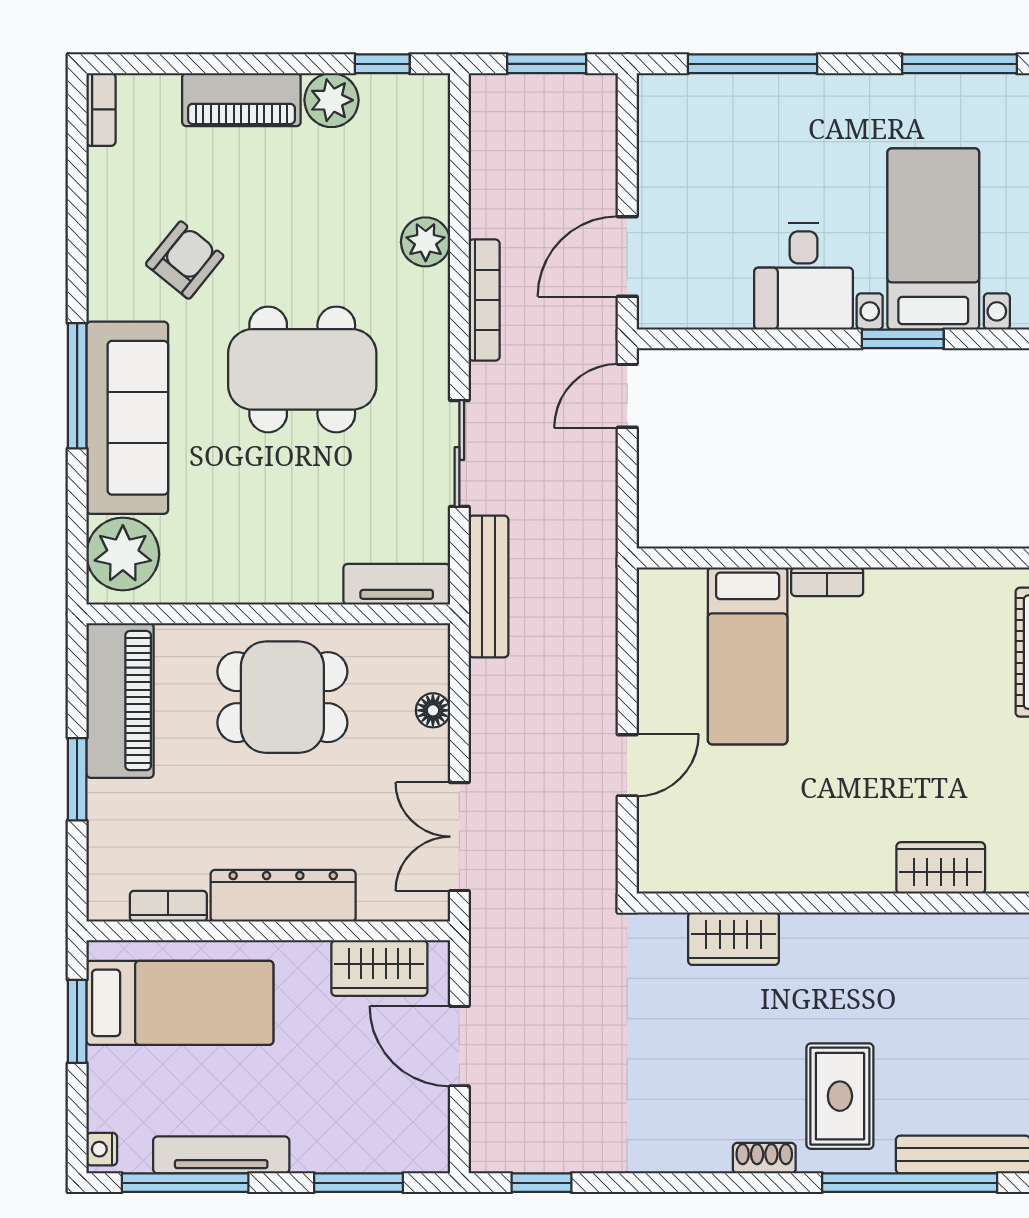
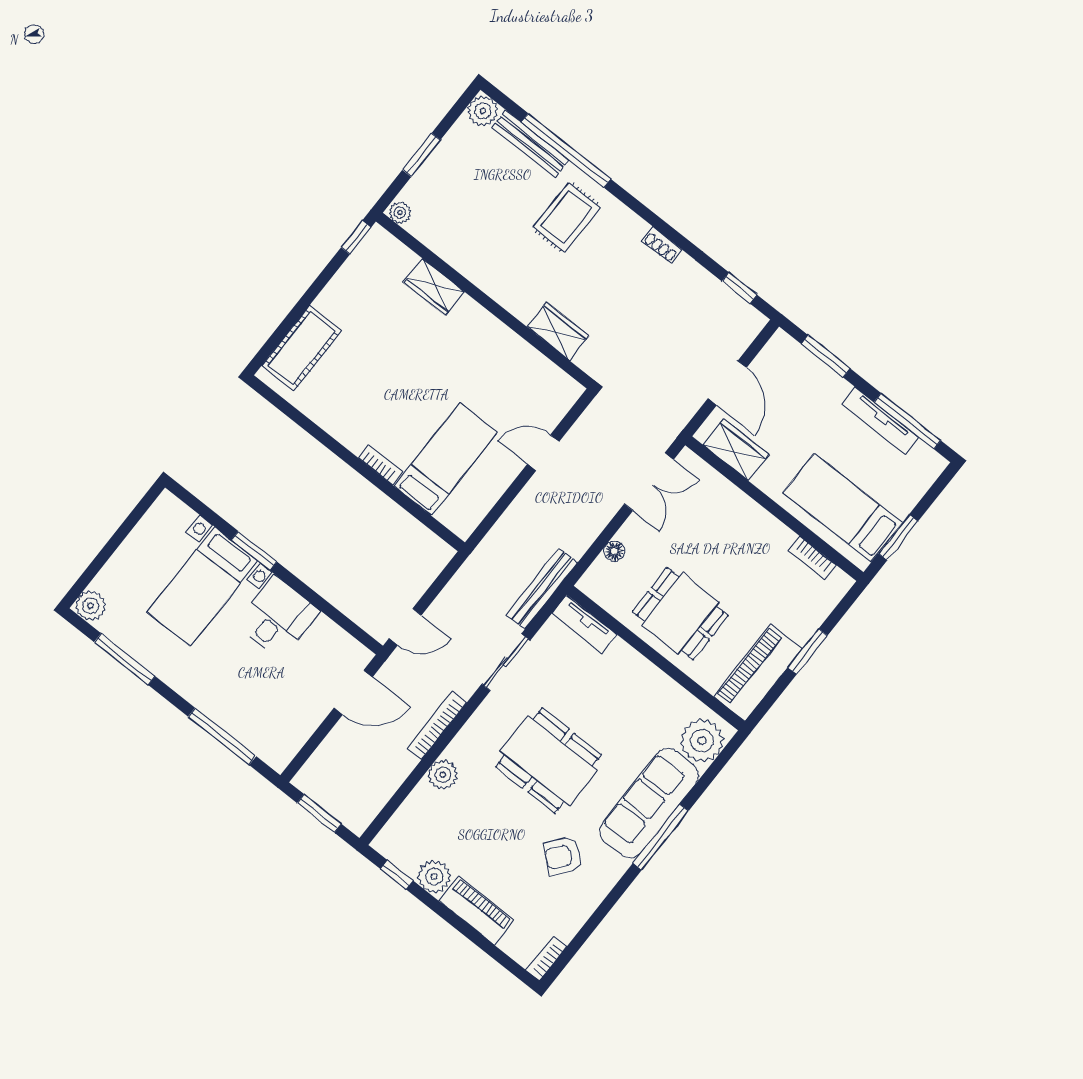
dresser: (283, 896) -> (754, 520), removed
nightstand: (102, 1149) -> (934, 468), removed
shoe rack: (764, 1158) -> (662, 245), moved

